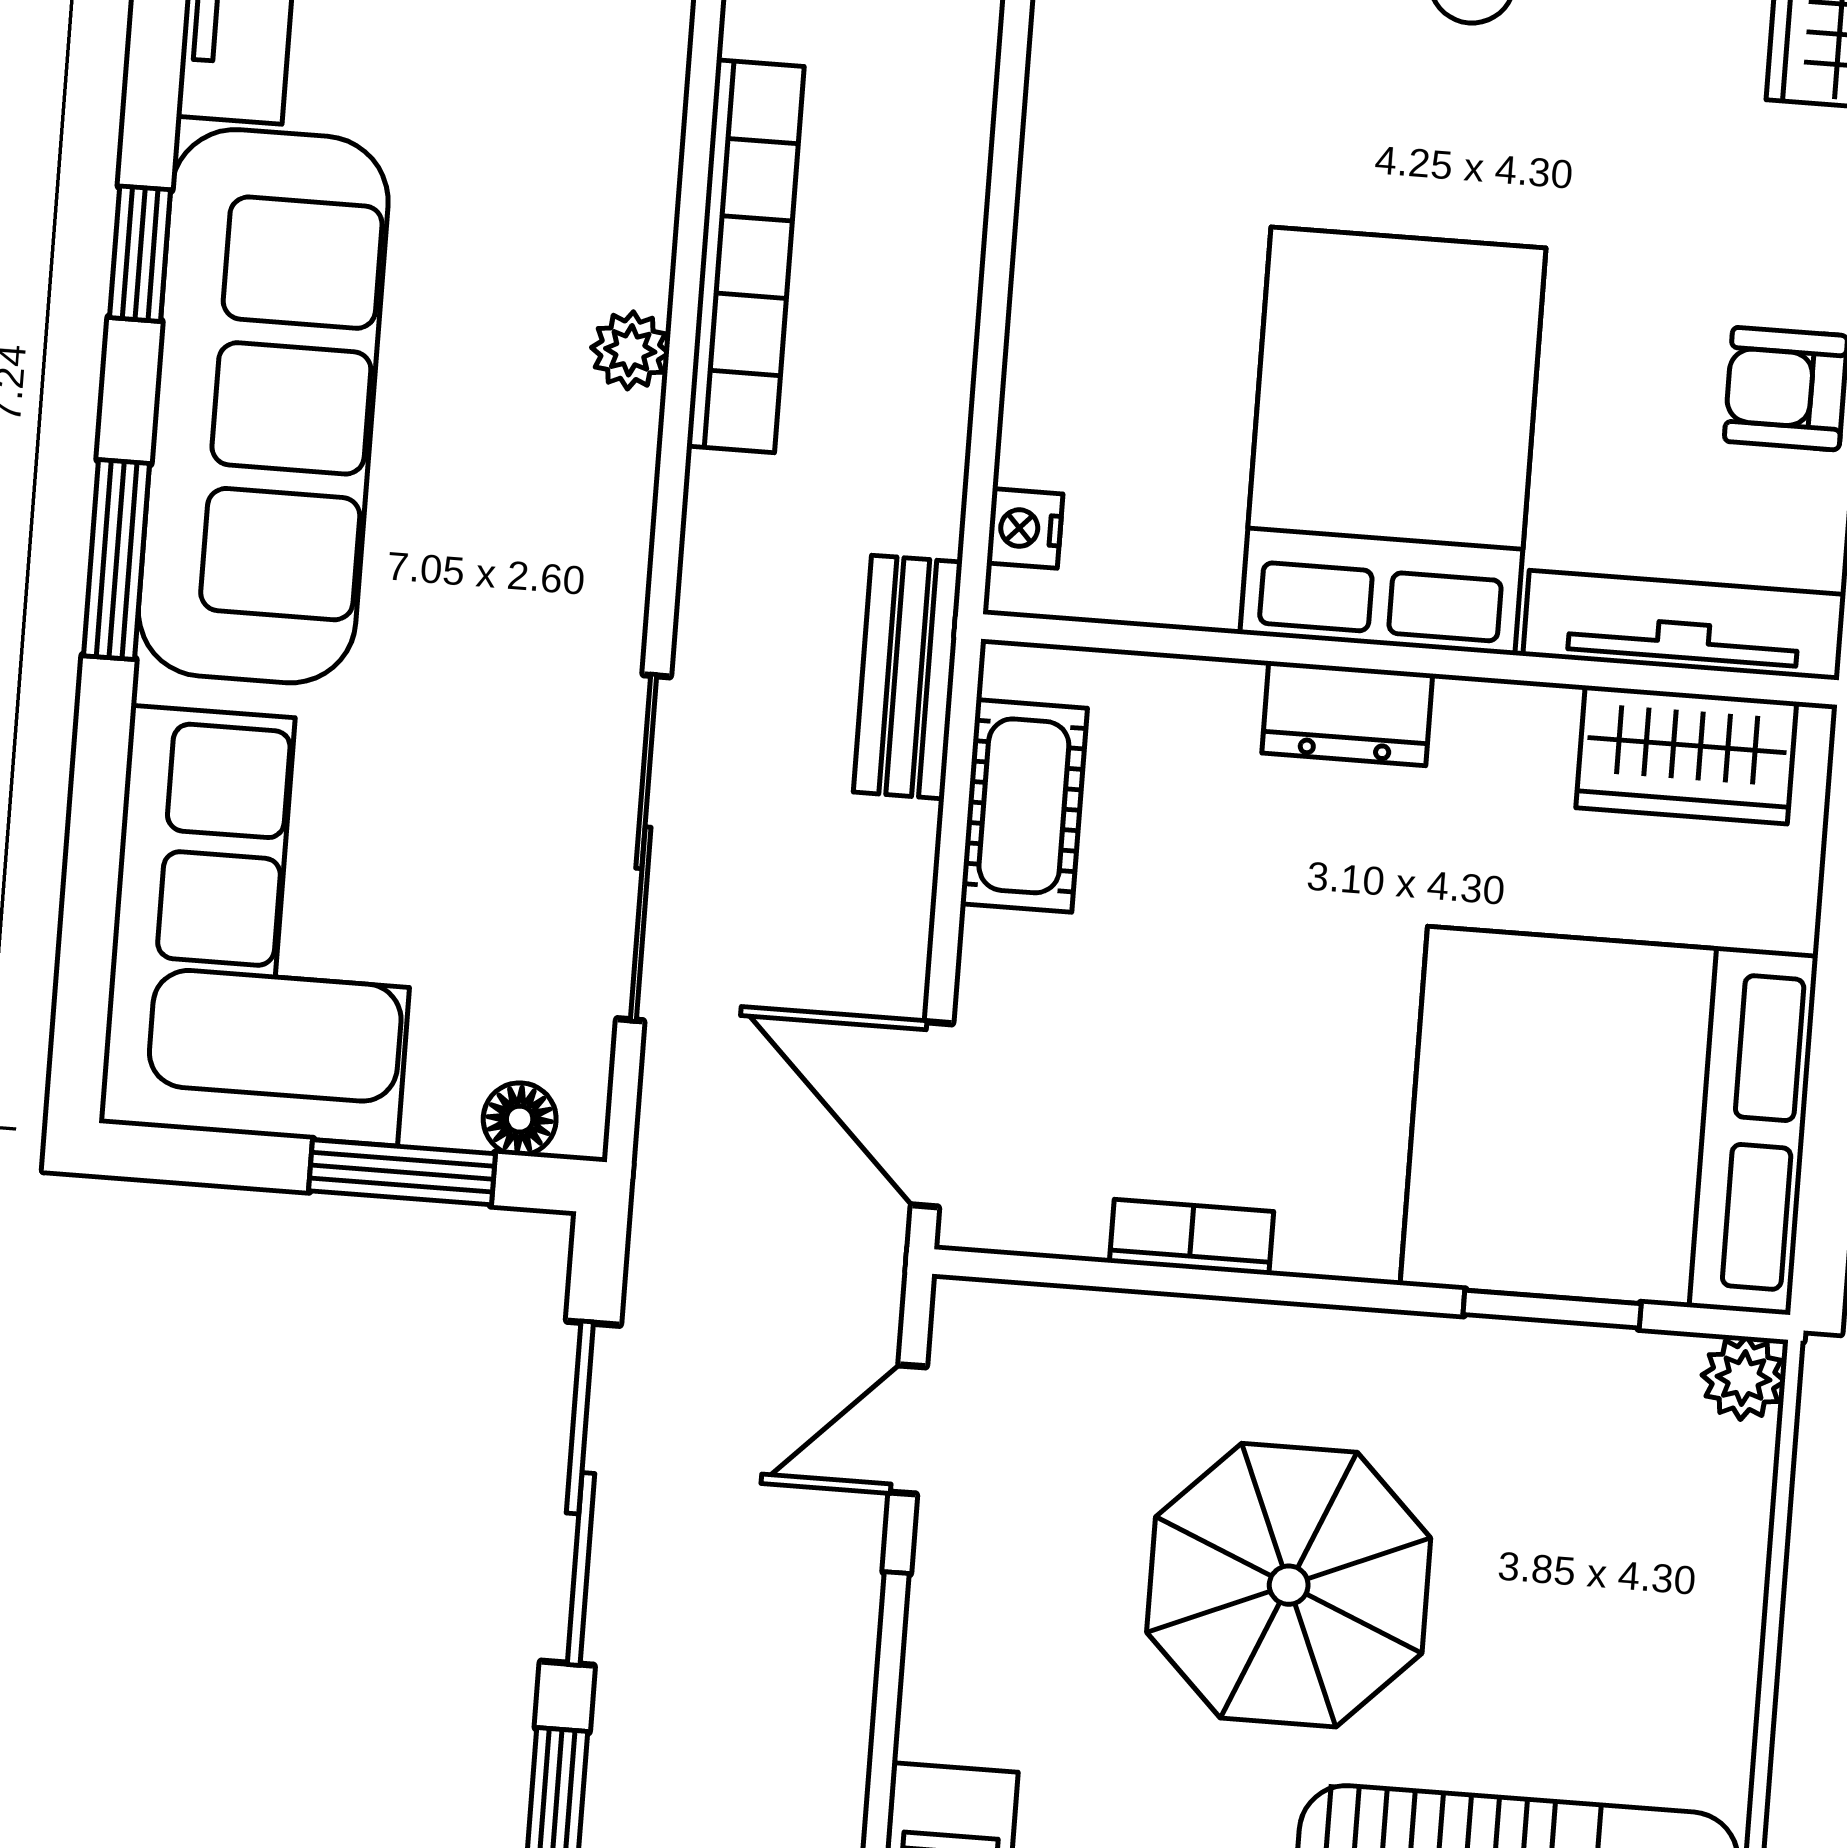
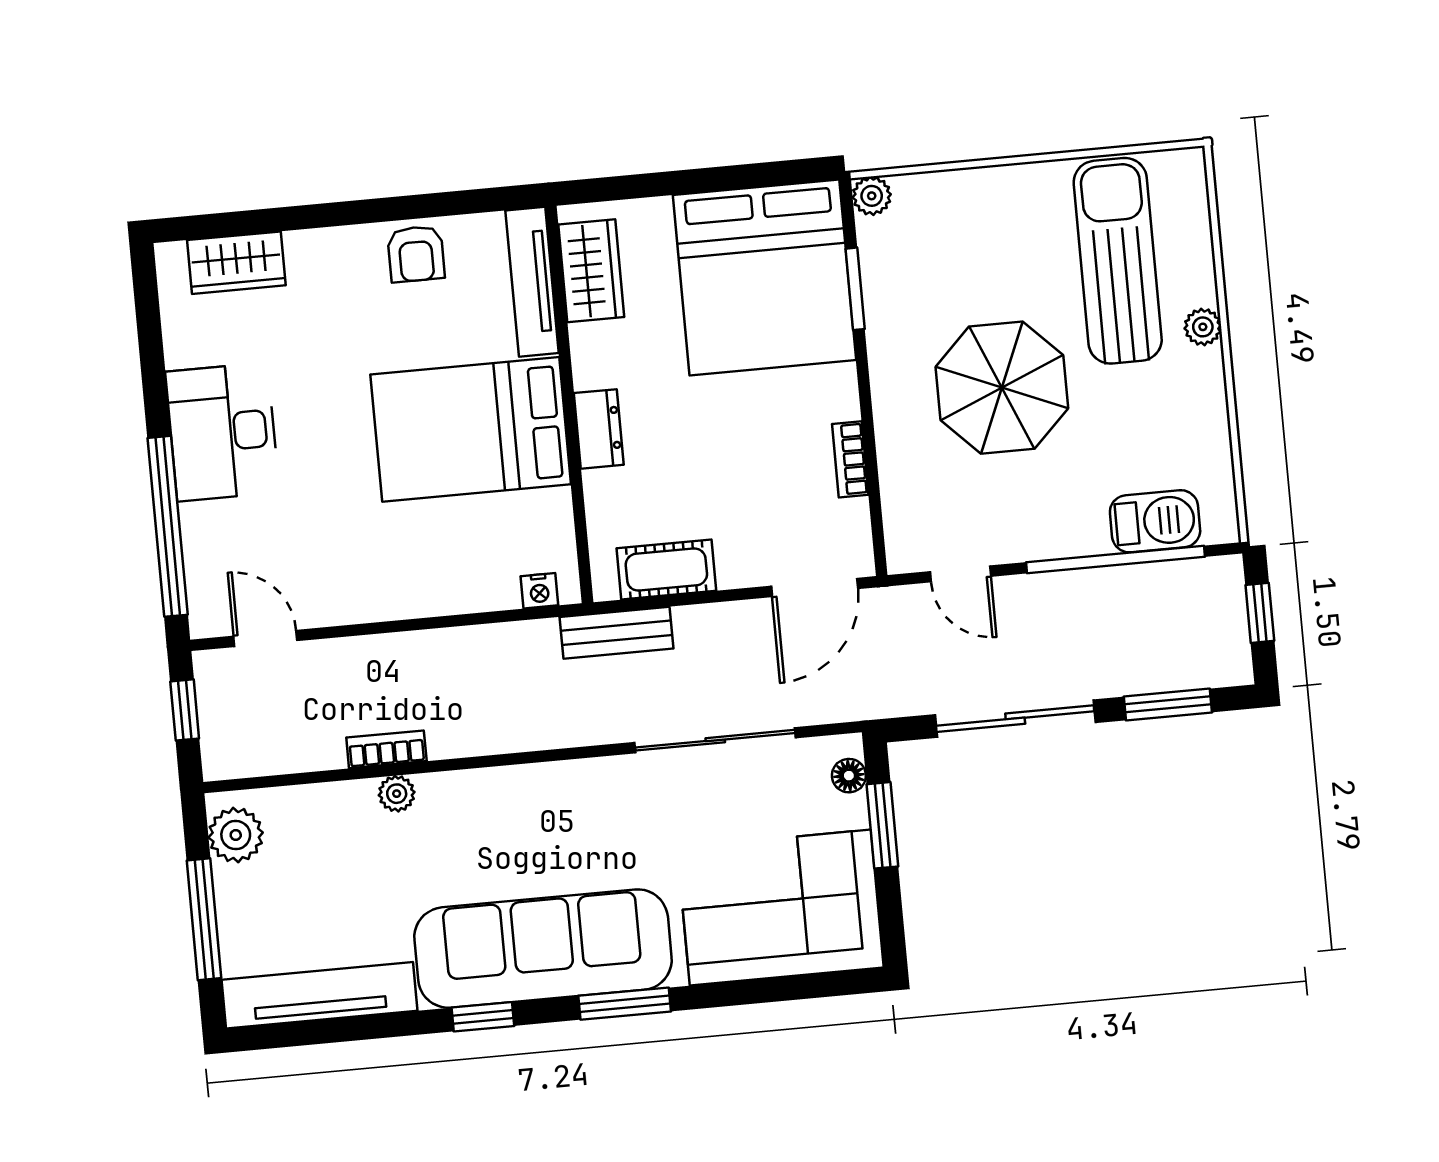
bookcase: (745, 256) -> (386, 749), width x0.43, depth x0.76
plant: (630, 350) -> (397, 794), moved

